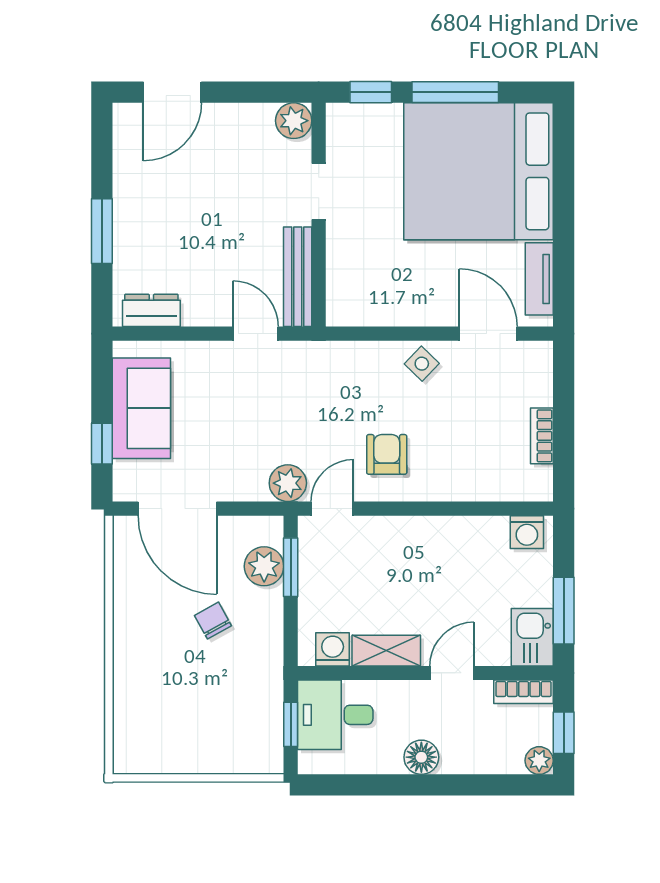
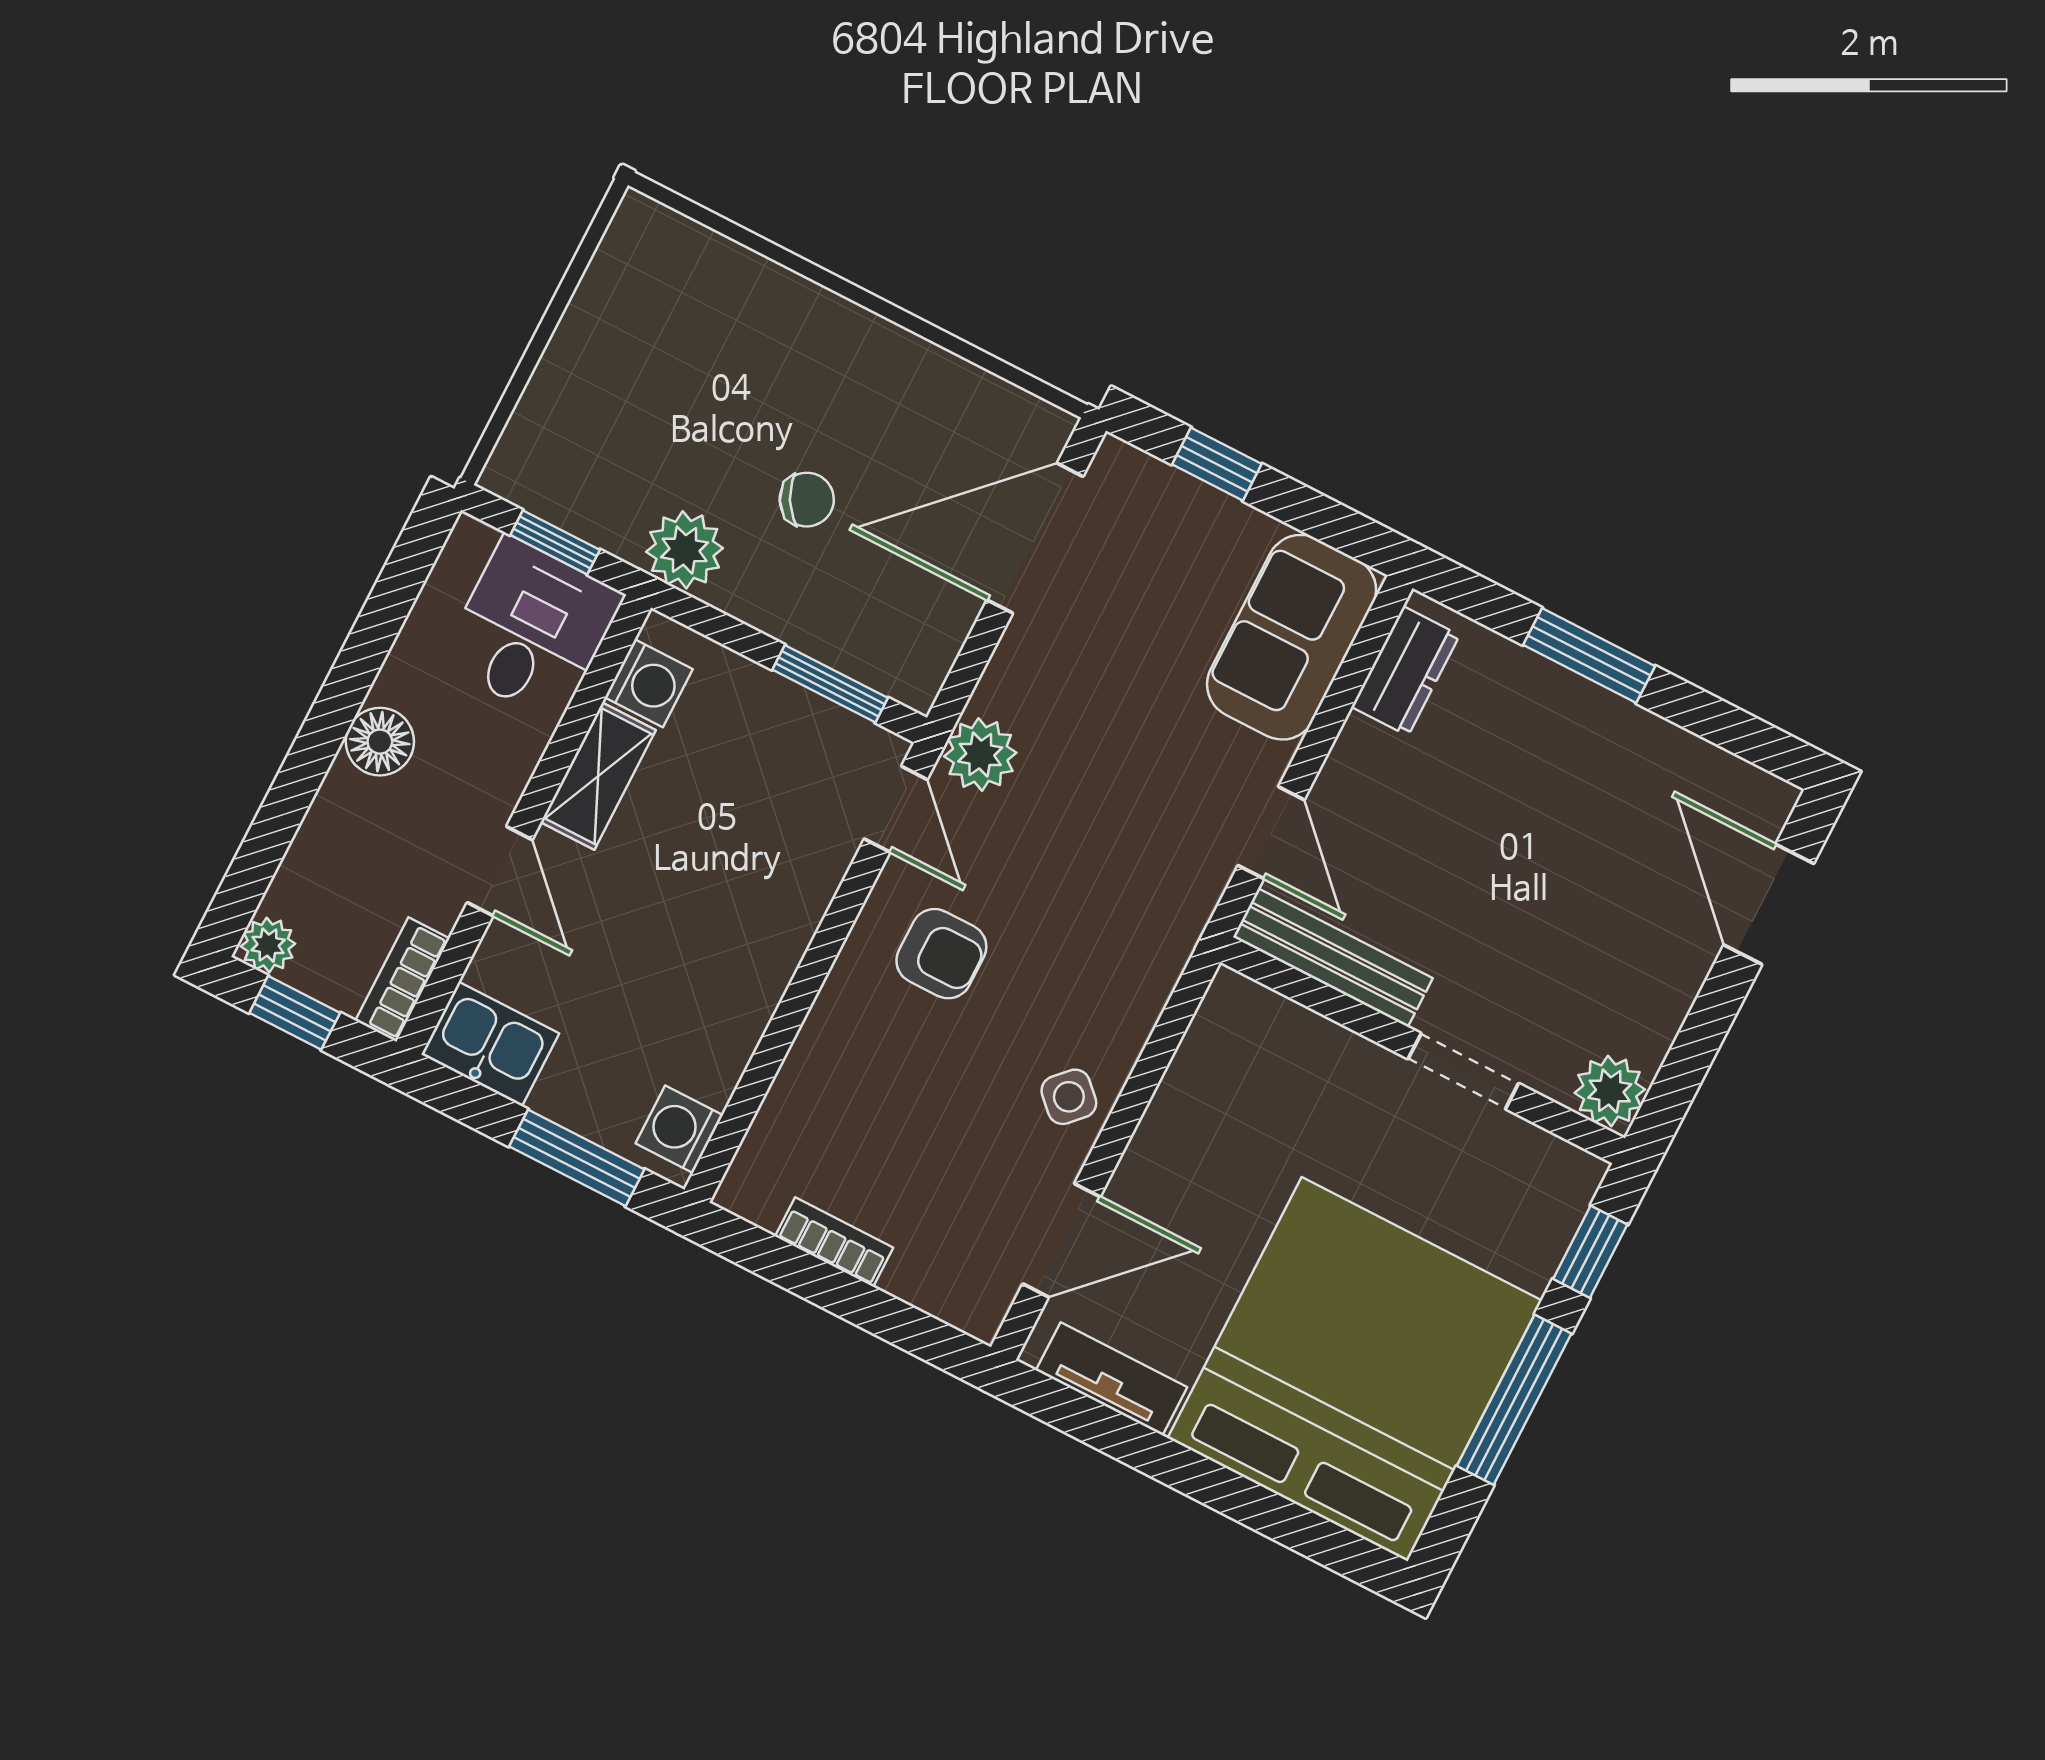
door: (256, 334) -> (1271, 833), hinge flipped
sofa: (141, 408) -> (1292, 637), moved, turned 90
plant: (264, 566) -> (685, 550), moved
window: (564, 611) -> (577, 1158), moved

